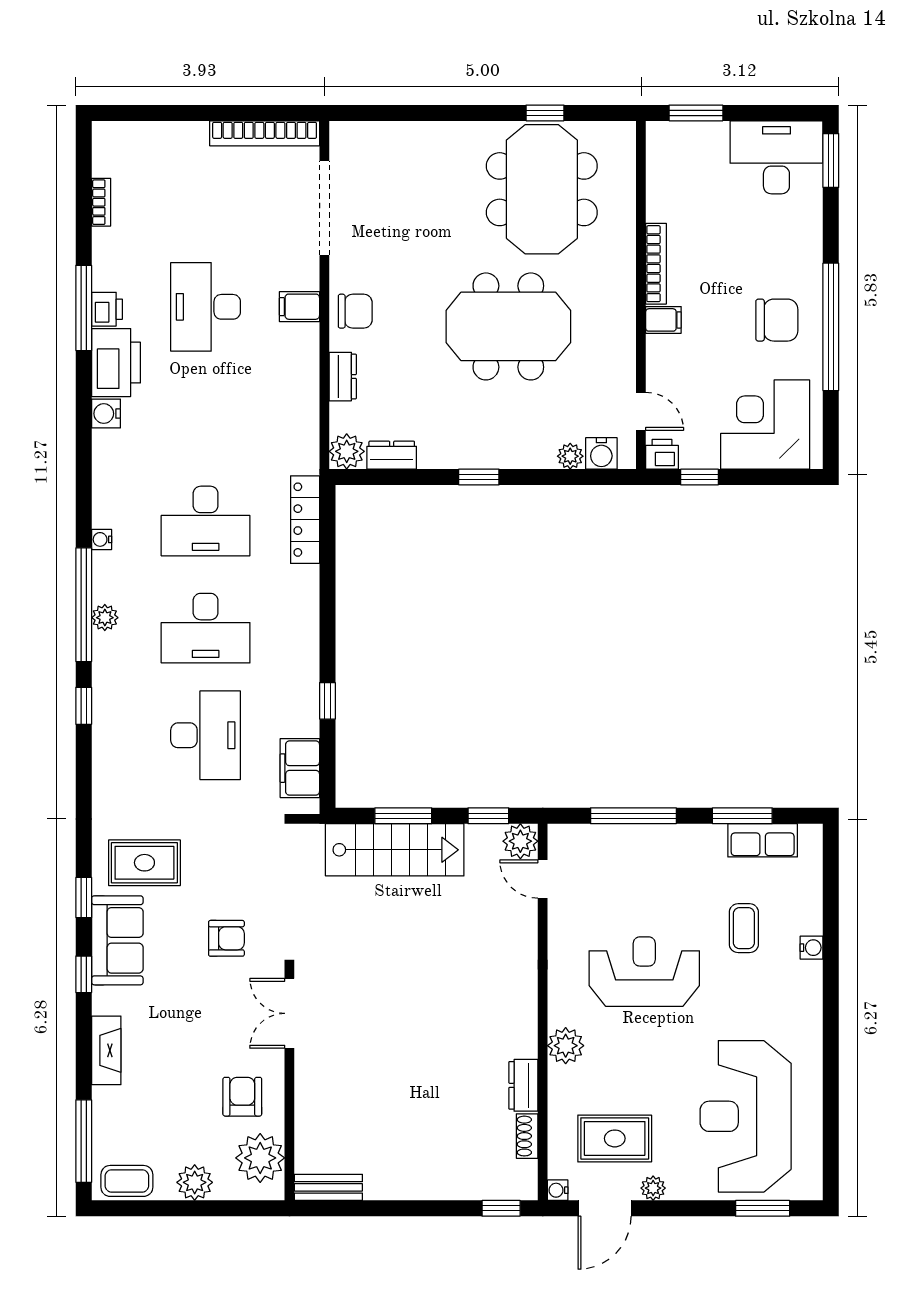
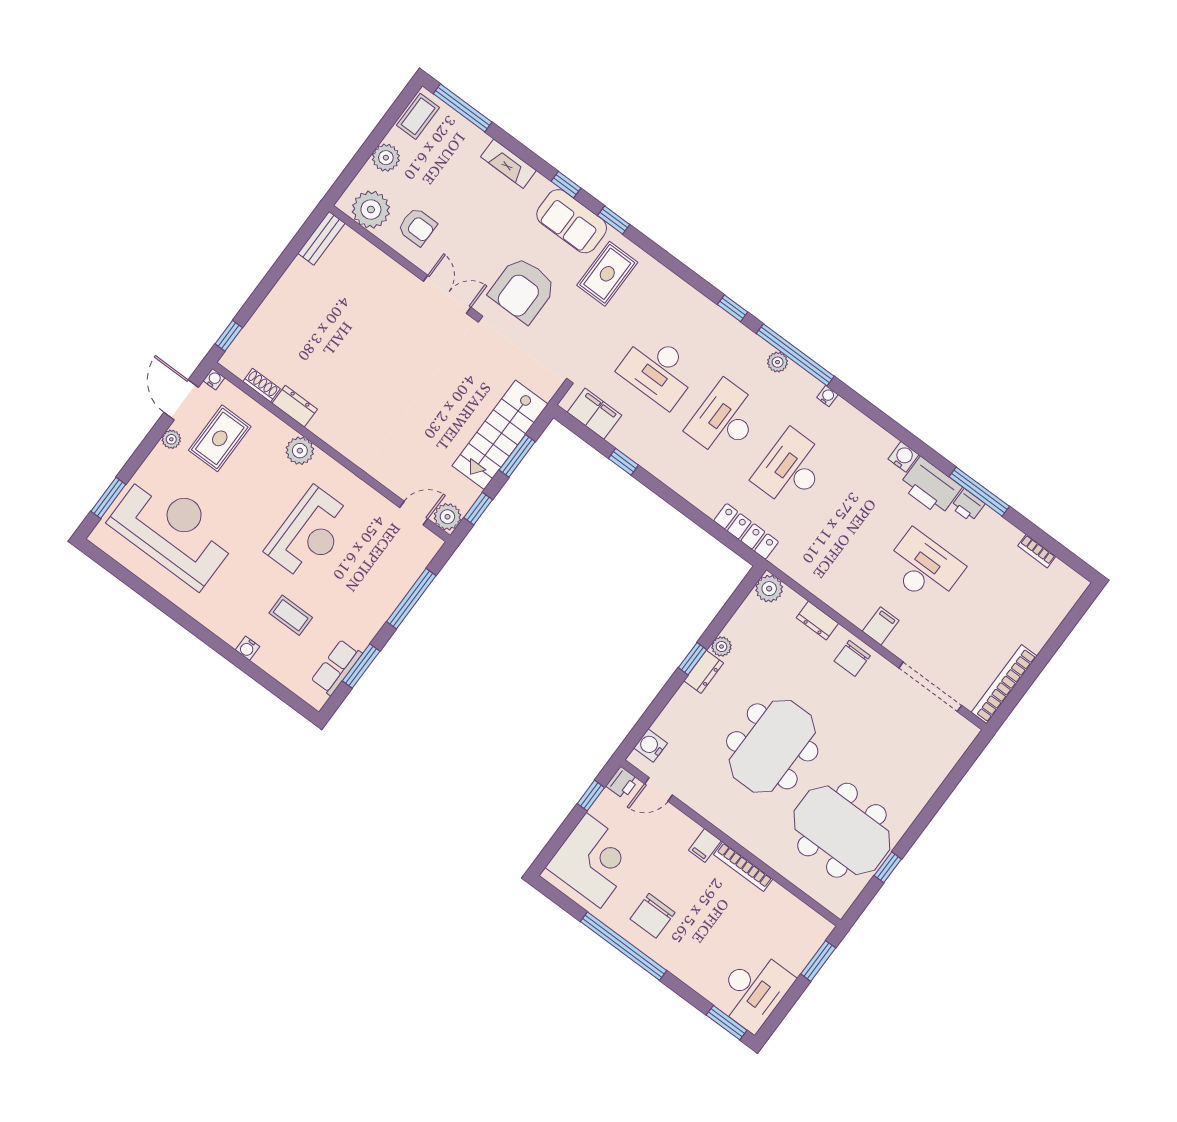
dresser: (392, 455) -> (704, 672), moved
plant: (570, 456) -> (722, 647), moved
armchair: (226, 938) -> (523, 290), width x1.88, depth x1.88

